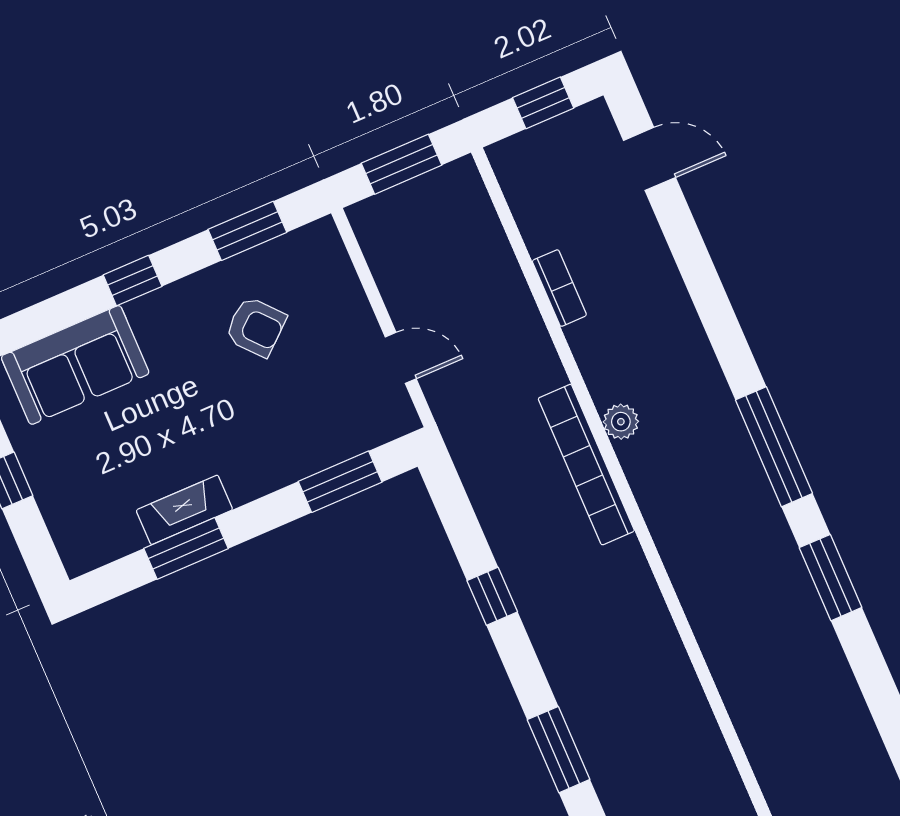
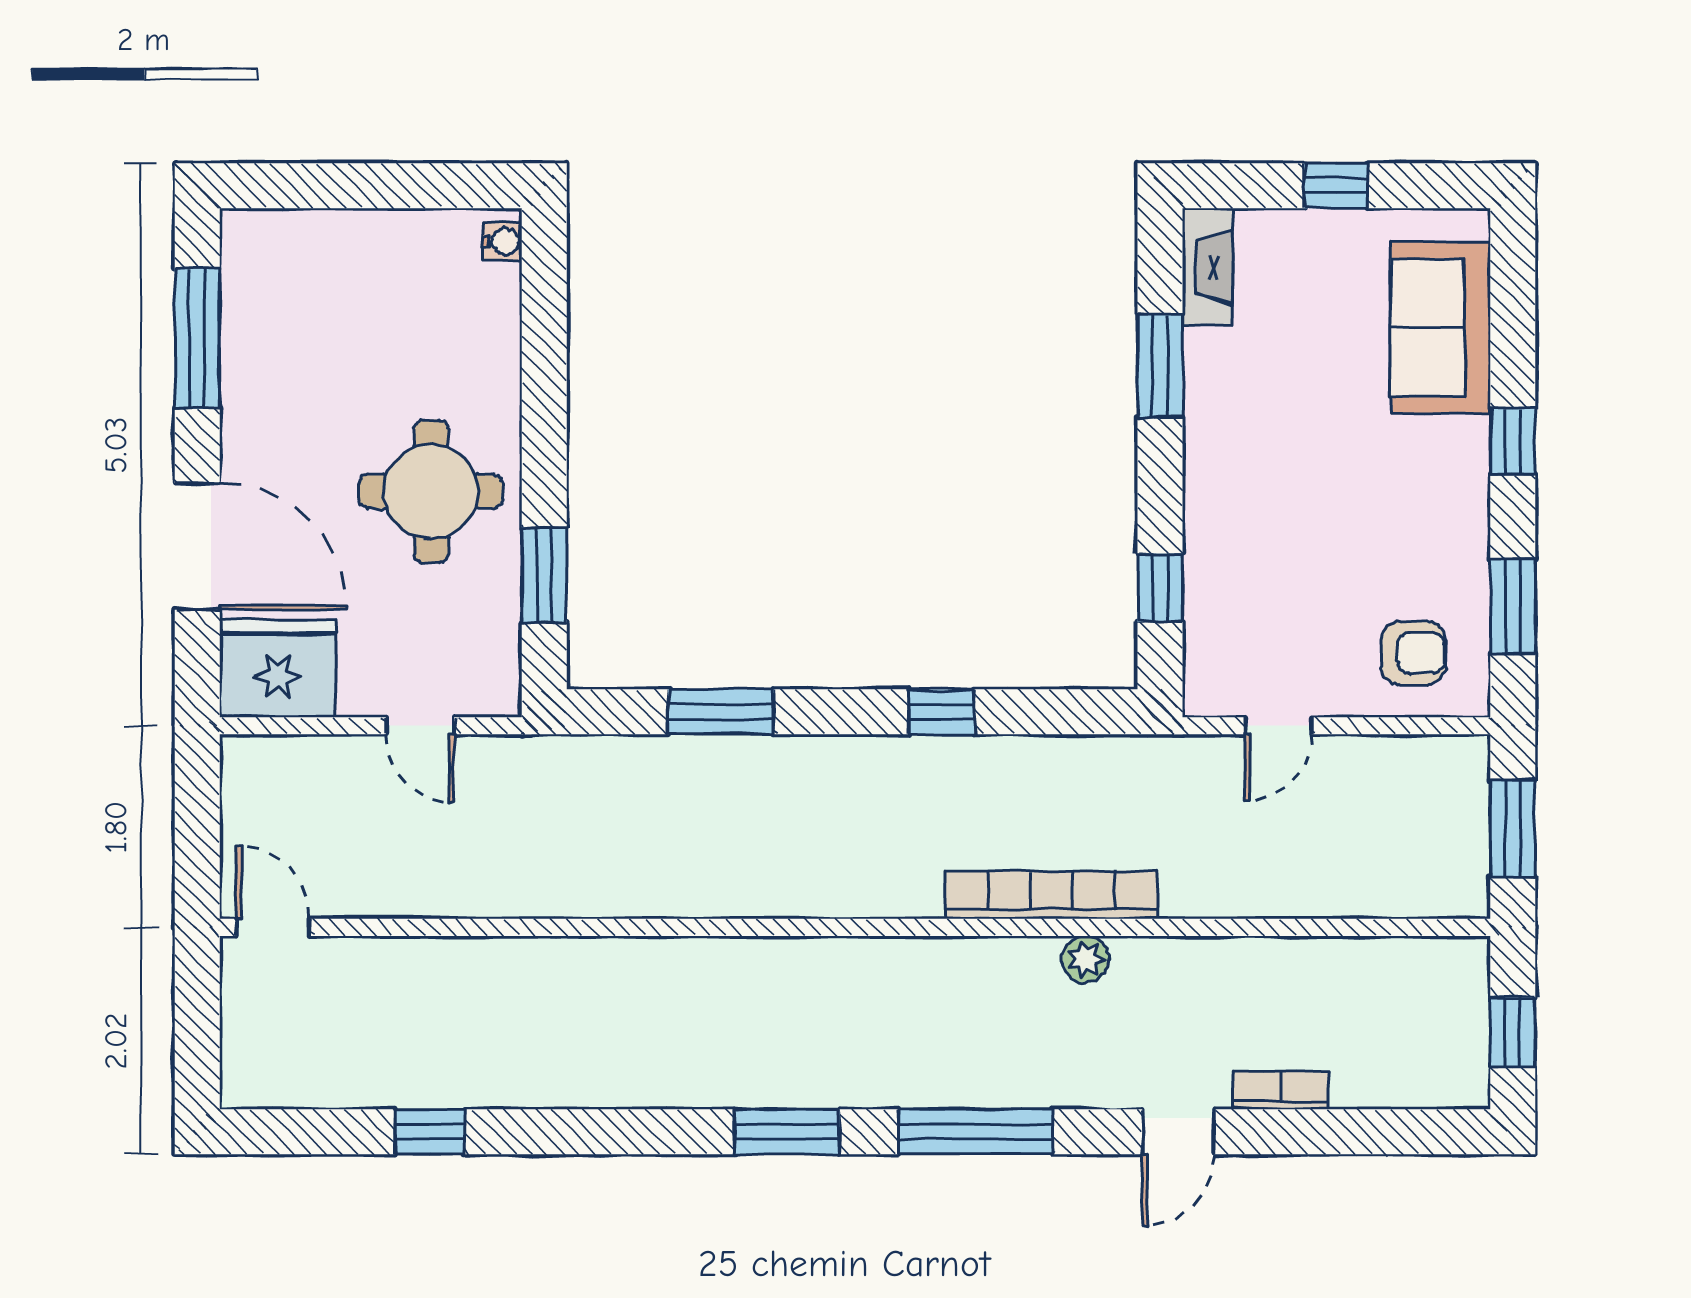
door: (649, 159) -> (1178, 1132), moved
bookcase: (559, 288) -> (1280, 1090), moved, turned 180
armchair: (256, 327) -> (1414, 653), moved, turned -139
window: (340, 482) -> (1160, 588), width x0.67
fireplace: (184, 510) -> (1208, 267), moved

